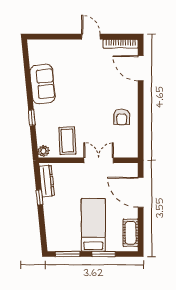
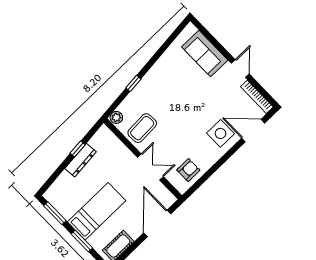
door: (141, 68) -> (253, 131), hinge flipped
sofa: (42, 84) -> (205, 54), moved, turned 96
side table: (122, 92) -> (221, 133), added
armchair: (122, 117) -> (188, 170), moved, turned 180
dresser: (47, 181) -> (81, 160), moved

